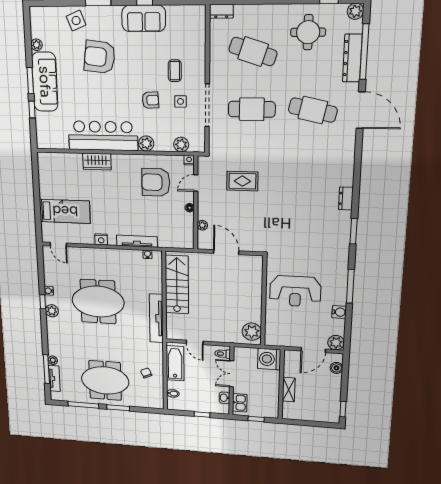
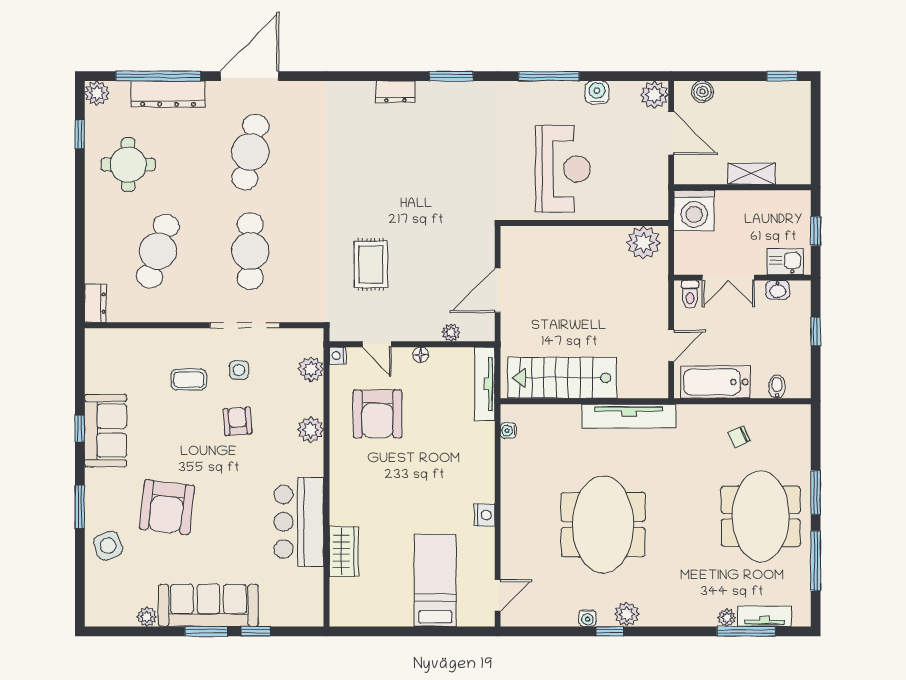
bar counter: (103, 136) -> (299, 522), width x0.73
wardrobe: (97, 162) -> (344, 551), moved
tv unit: (137, 241) -> (485, 384), moved

